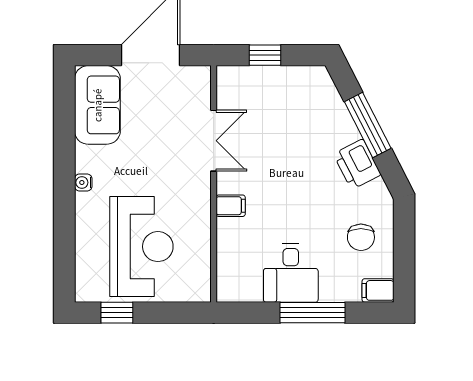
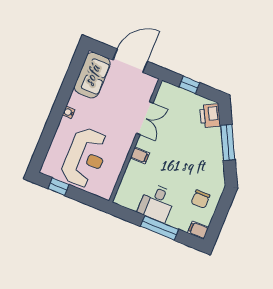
printer: (357, 164) -> (210, 116), moved

